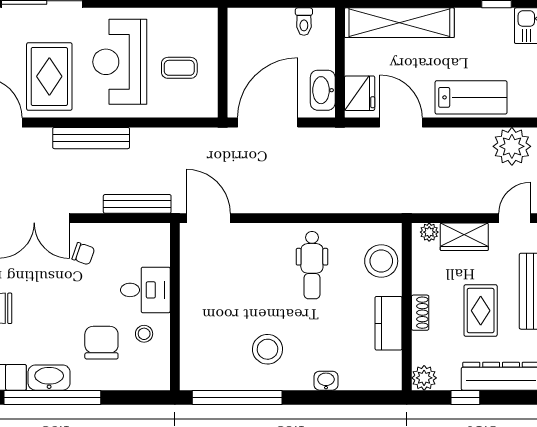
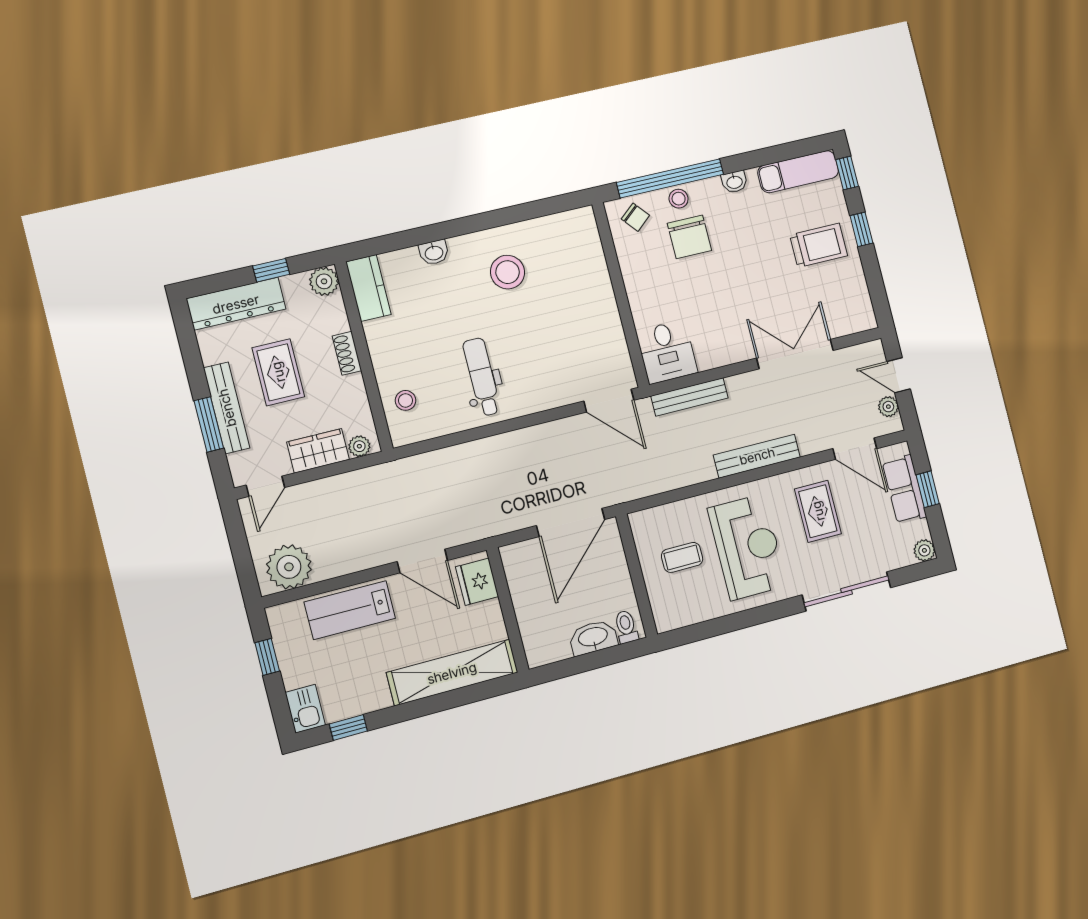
toilet: (304, 22) -> (626, 627), moved
rug: (49, 76) -> (818, 511), width x0.73, depth x0.70
washbasin: (323, 90) -> (593, 638), moved, turned -90
chair: (83, 254) -> (635, 217), moved, turned -149
stool: (381, 261) -> (406, 400), width x0.53, depth x0.53
desk: (145, 290) -> (667, 352), moved, turned -90
kitchen counter: (389, 323) -> (368, 288), moved
stool: (144, 334) -> (679, 199), moved
washbasin: (49, 378) -> (734, 182), width x0.52, depth x0.69
window: (52, 397) -> (670, 178), moved
window: (237, 397) -> (527, 211), removed

